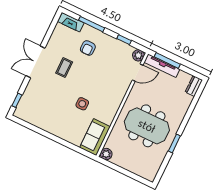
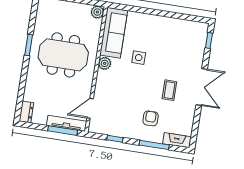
plant: (138, 55) -> (105, 63), moved
sofa: (95, 137) -> (114, 33), width x1.36

